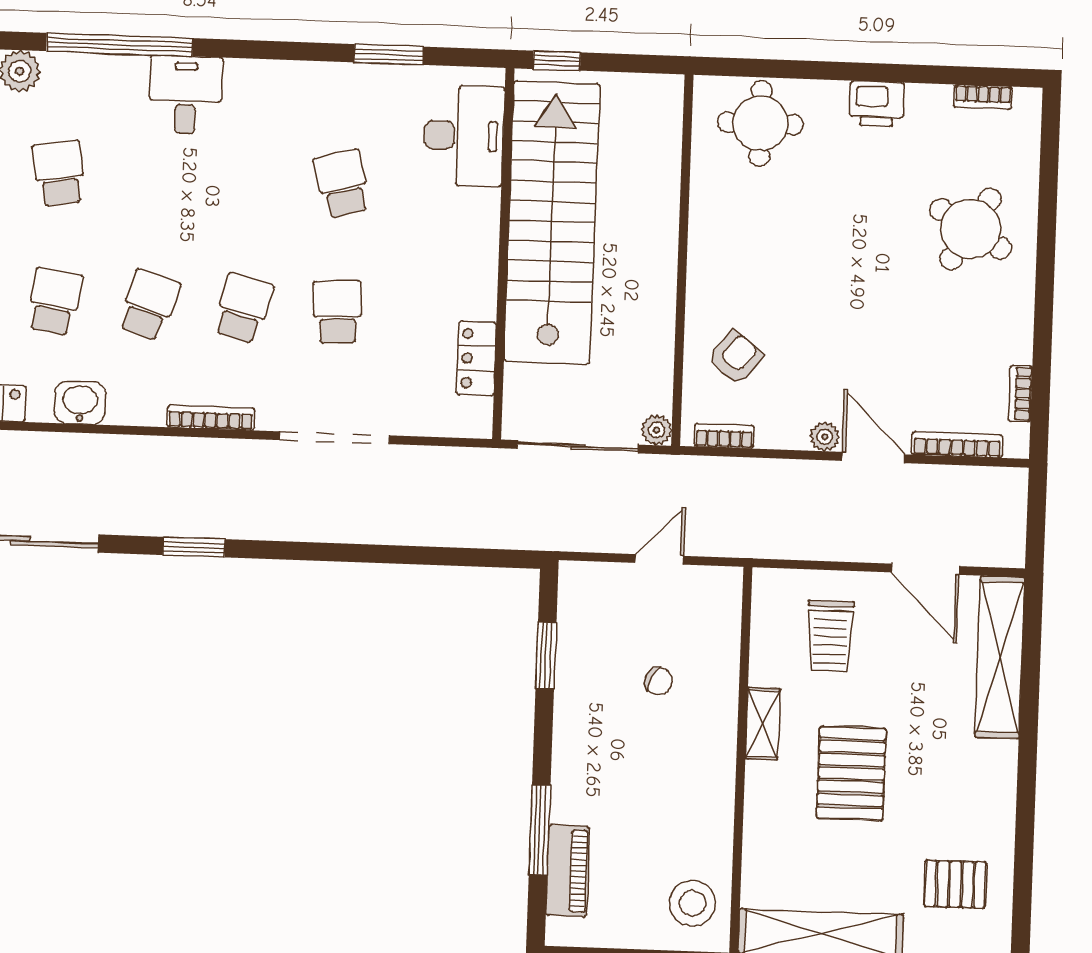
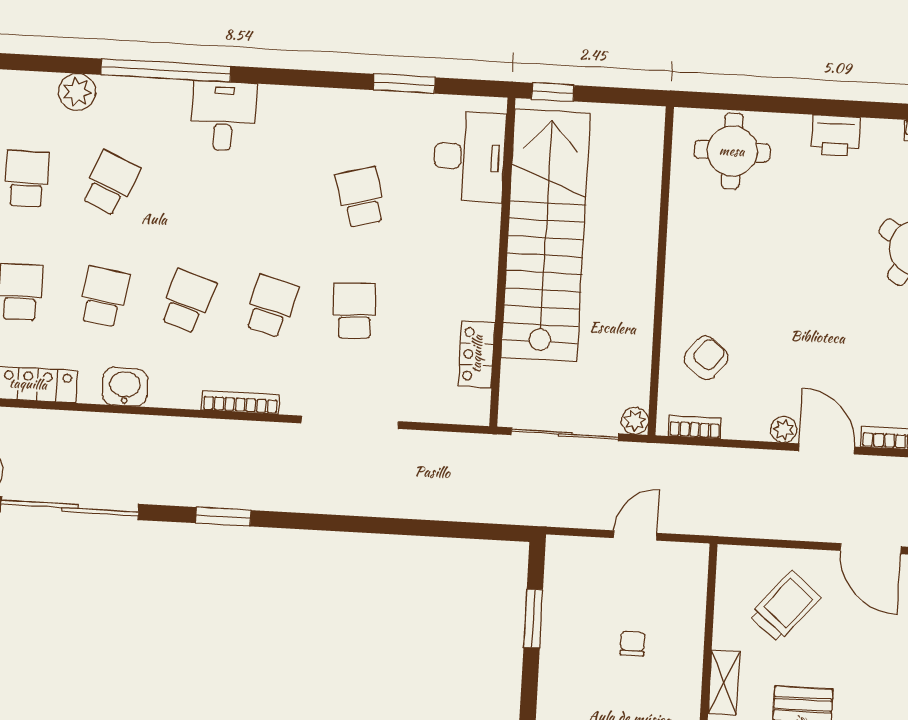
school desk: (59, 173) -> (110, 183), turned 33
trolley: (830, 636) -> (785, 606), turned -140
chair: (659, 681) -> (632, 643), turned -118

